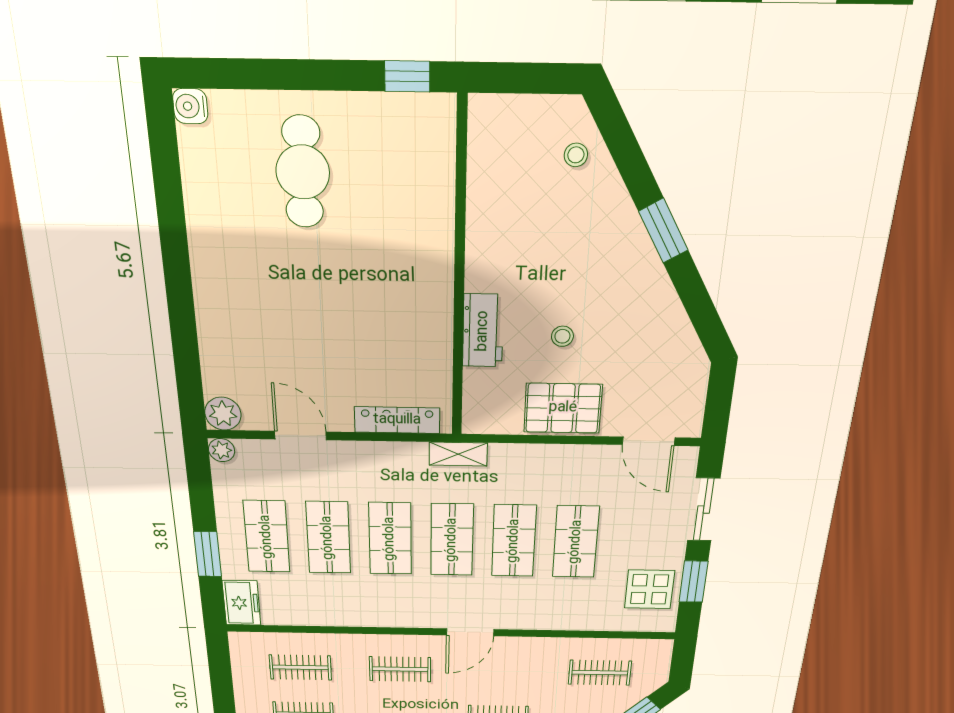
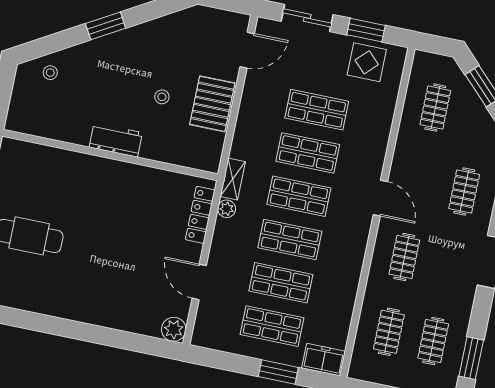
workbench: (483, 331) -> (116, 140), moved
door: (301, 435) -> (199, 282), hinge flipped
plant: (222, 450) -> (227, 209), moved

